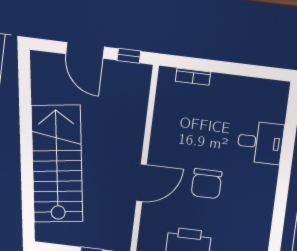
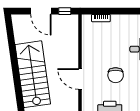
door: (141, 183) -> (80, 79), swing flipped

